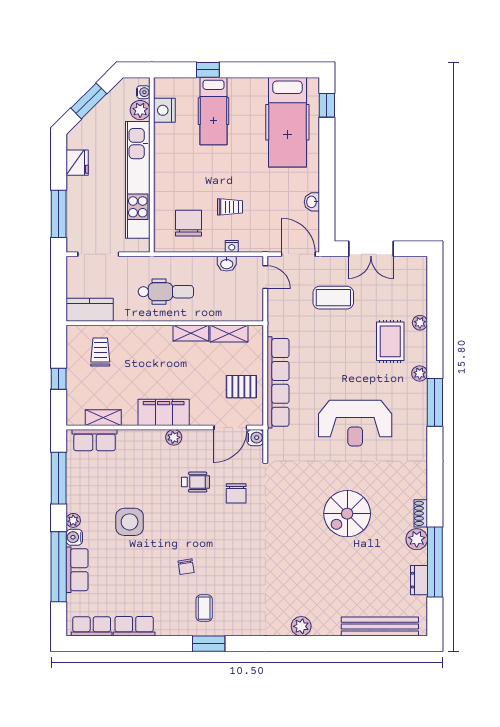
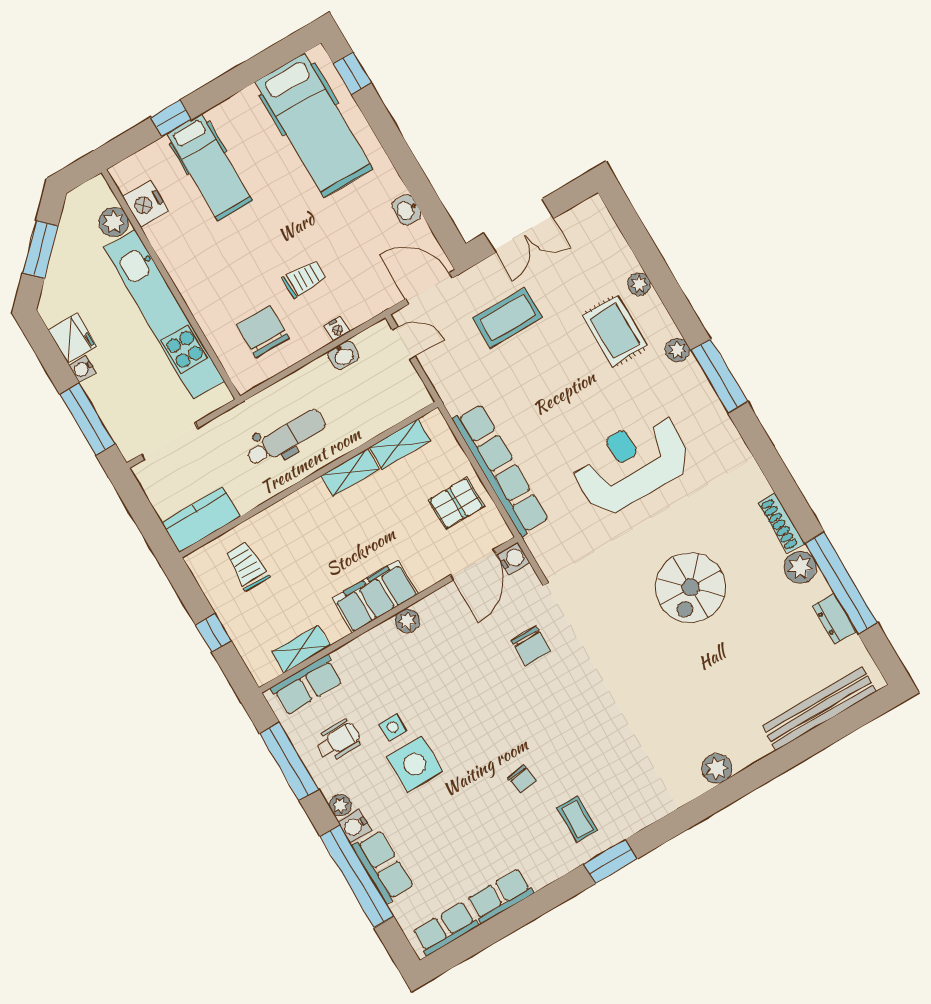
water cooler: (143, 92) -> (82, 369), moved, turned 180
reception desk: (355, 423) -> (632, 464), turned 180
wheelchair: (195, 482) -> (338, 740), moved
side table: (130, 493) -> (393, 727), added
shoe rack: (421, 513) -> (781, 523), width x1.43

